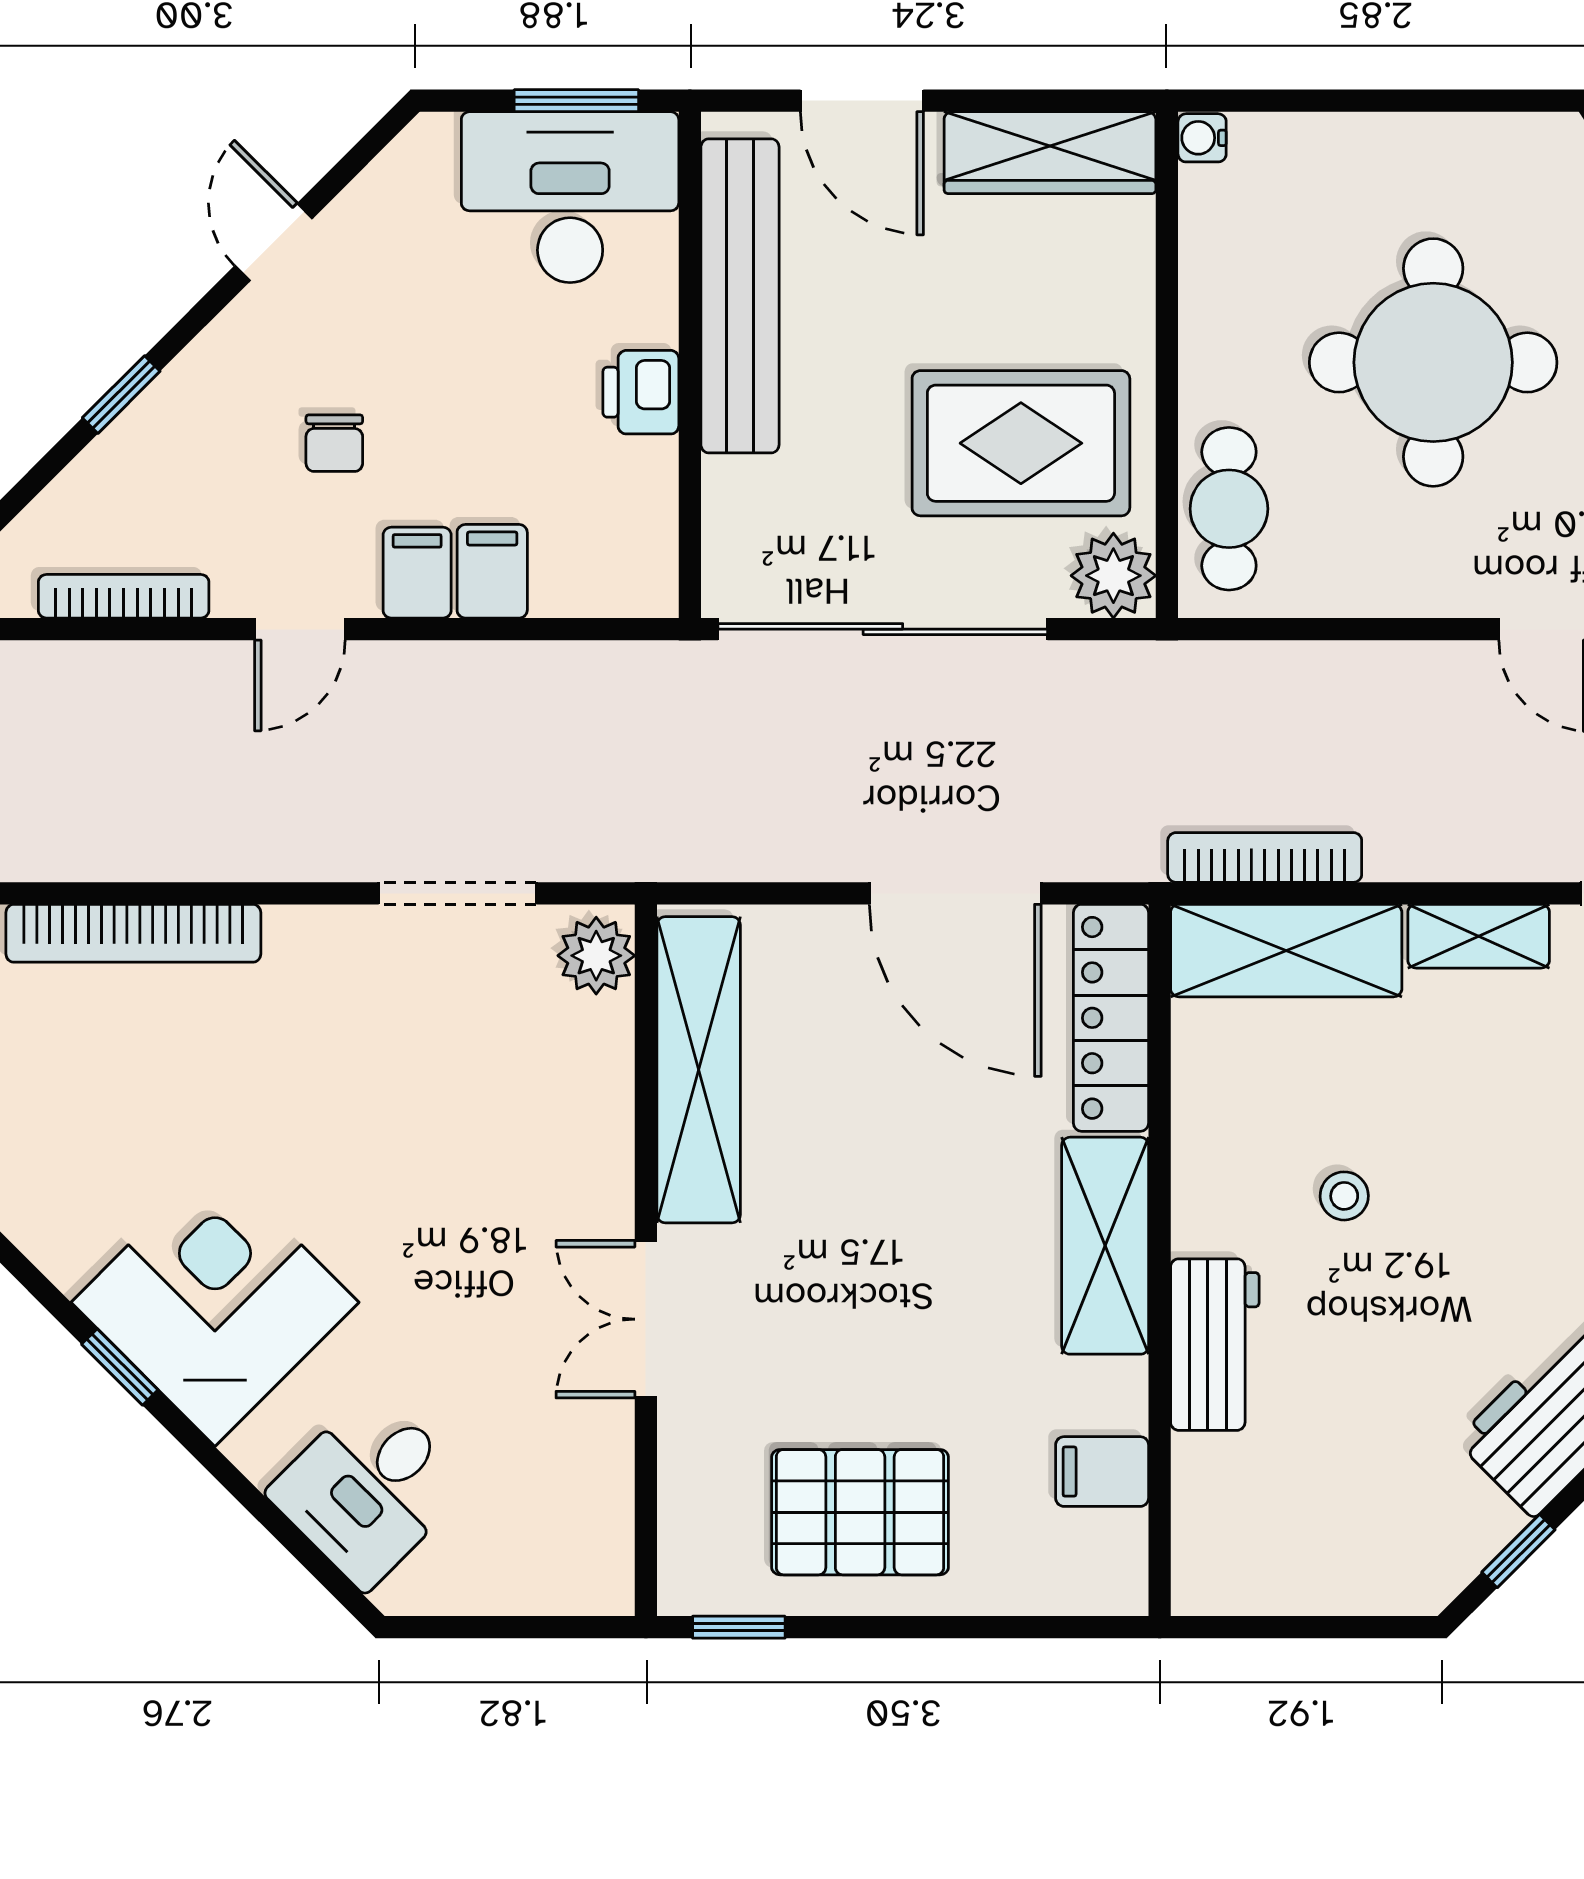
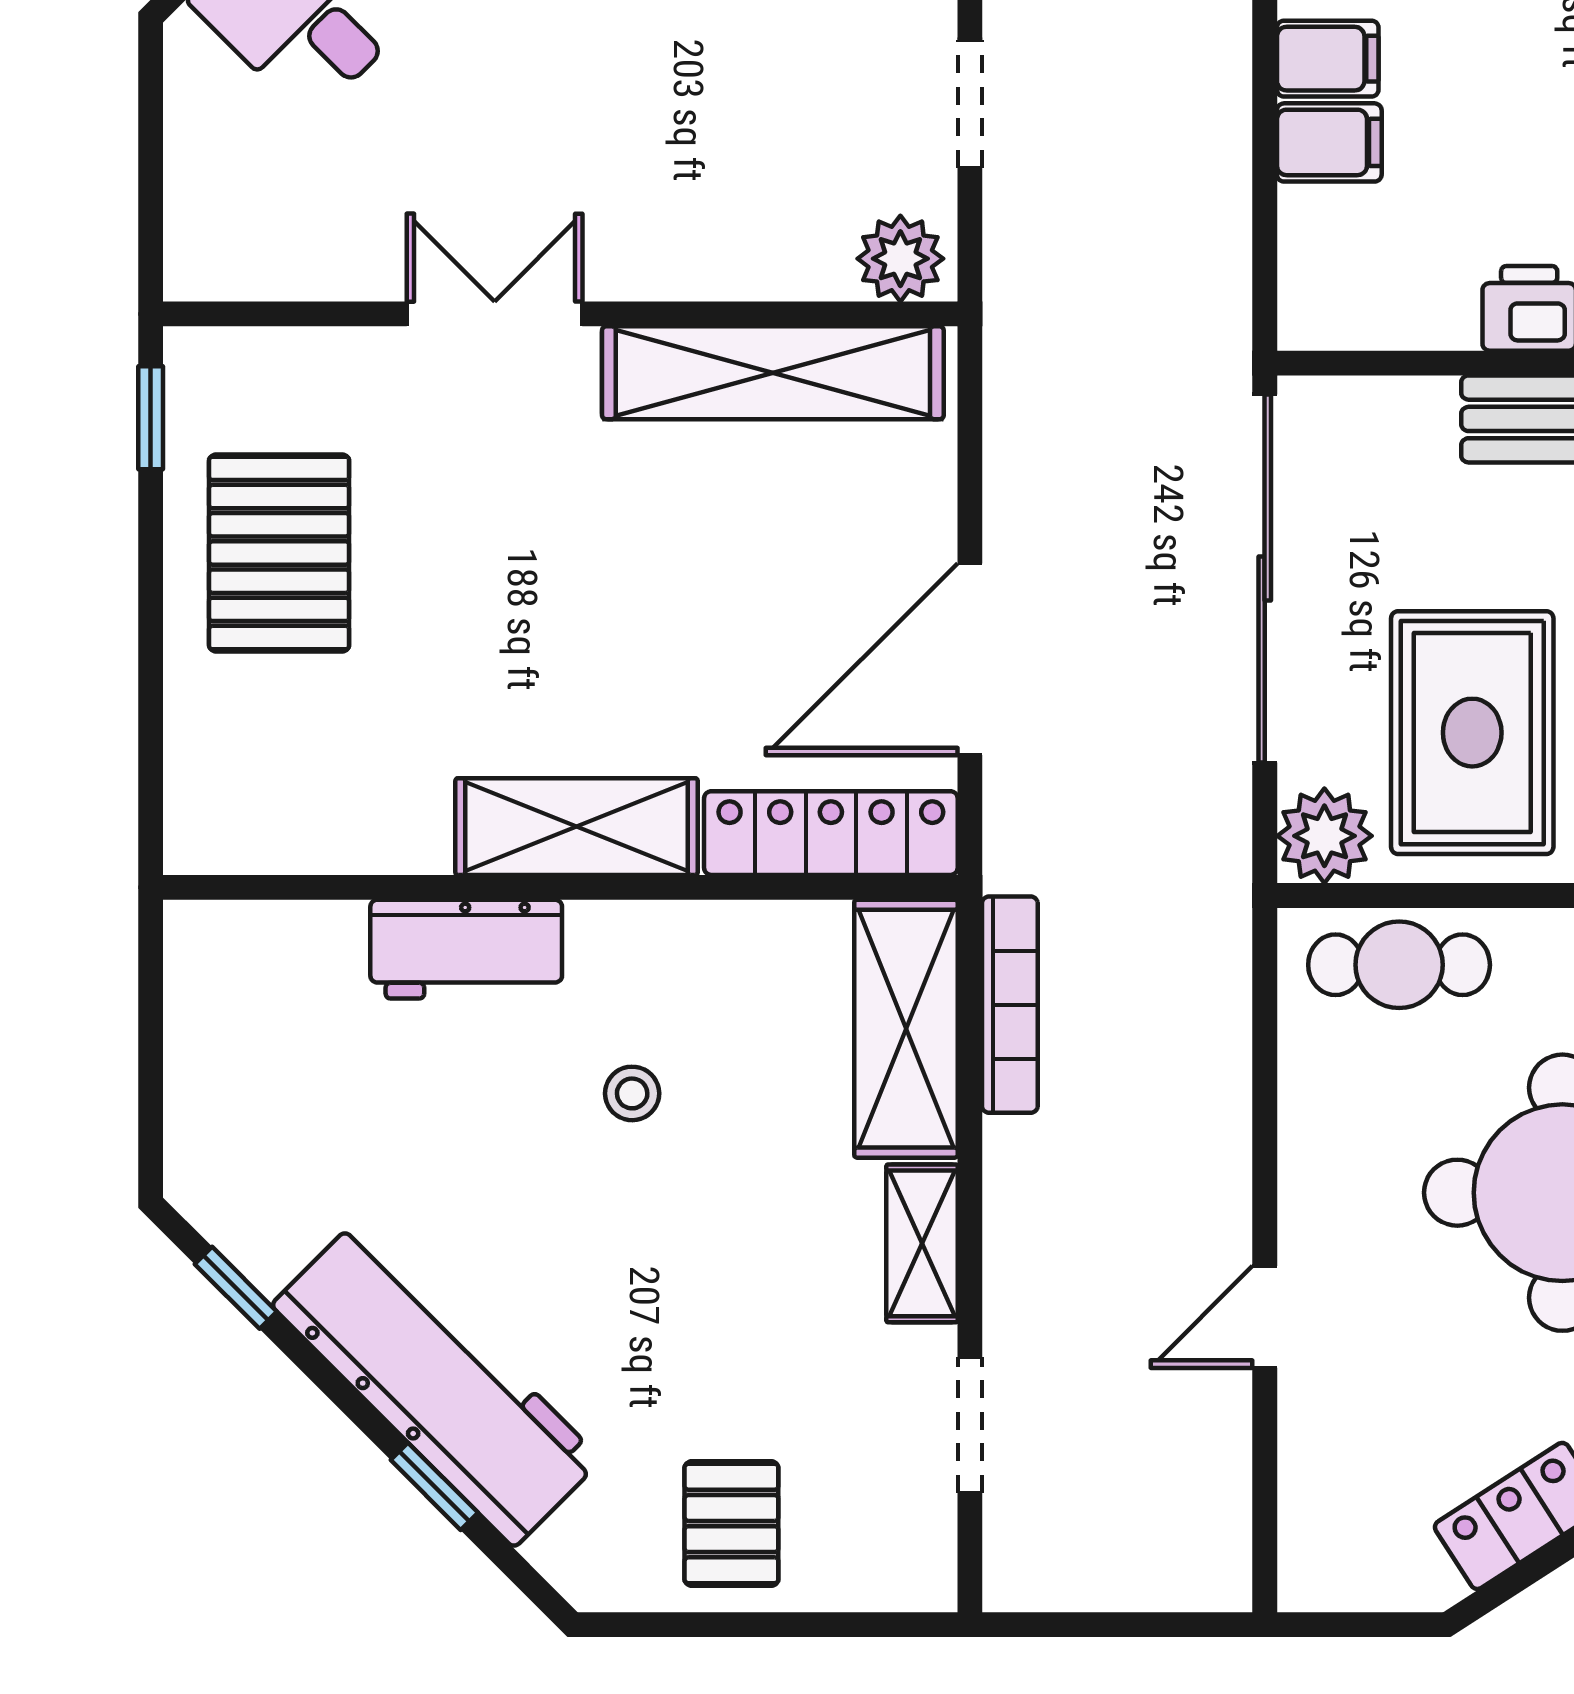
doorway: (458, 893) -> (970, 104), width x0.73
filing cabinet: (1102, 1472) -> (324, 823), removed

